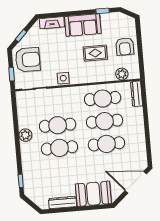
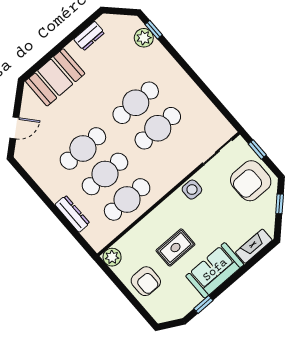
armchair: (125, 46) -> (146, 281), turned 180
plant: (122, 74) -> (112, 257), moved
dresser: (137, 94) -> (72, 214), moved
plant: (25, 135) -> (144, 38), moved
door: (136, 182) -> (14, 128), width x0.53
dresser: (63, 202) -> (89, 36), width x0.70

